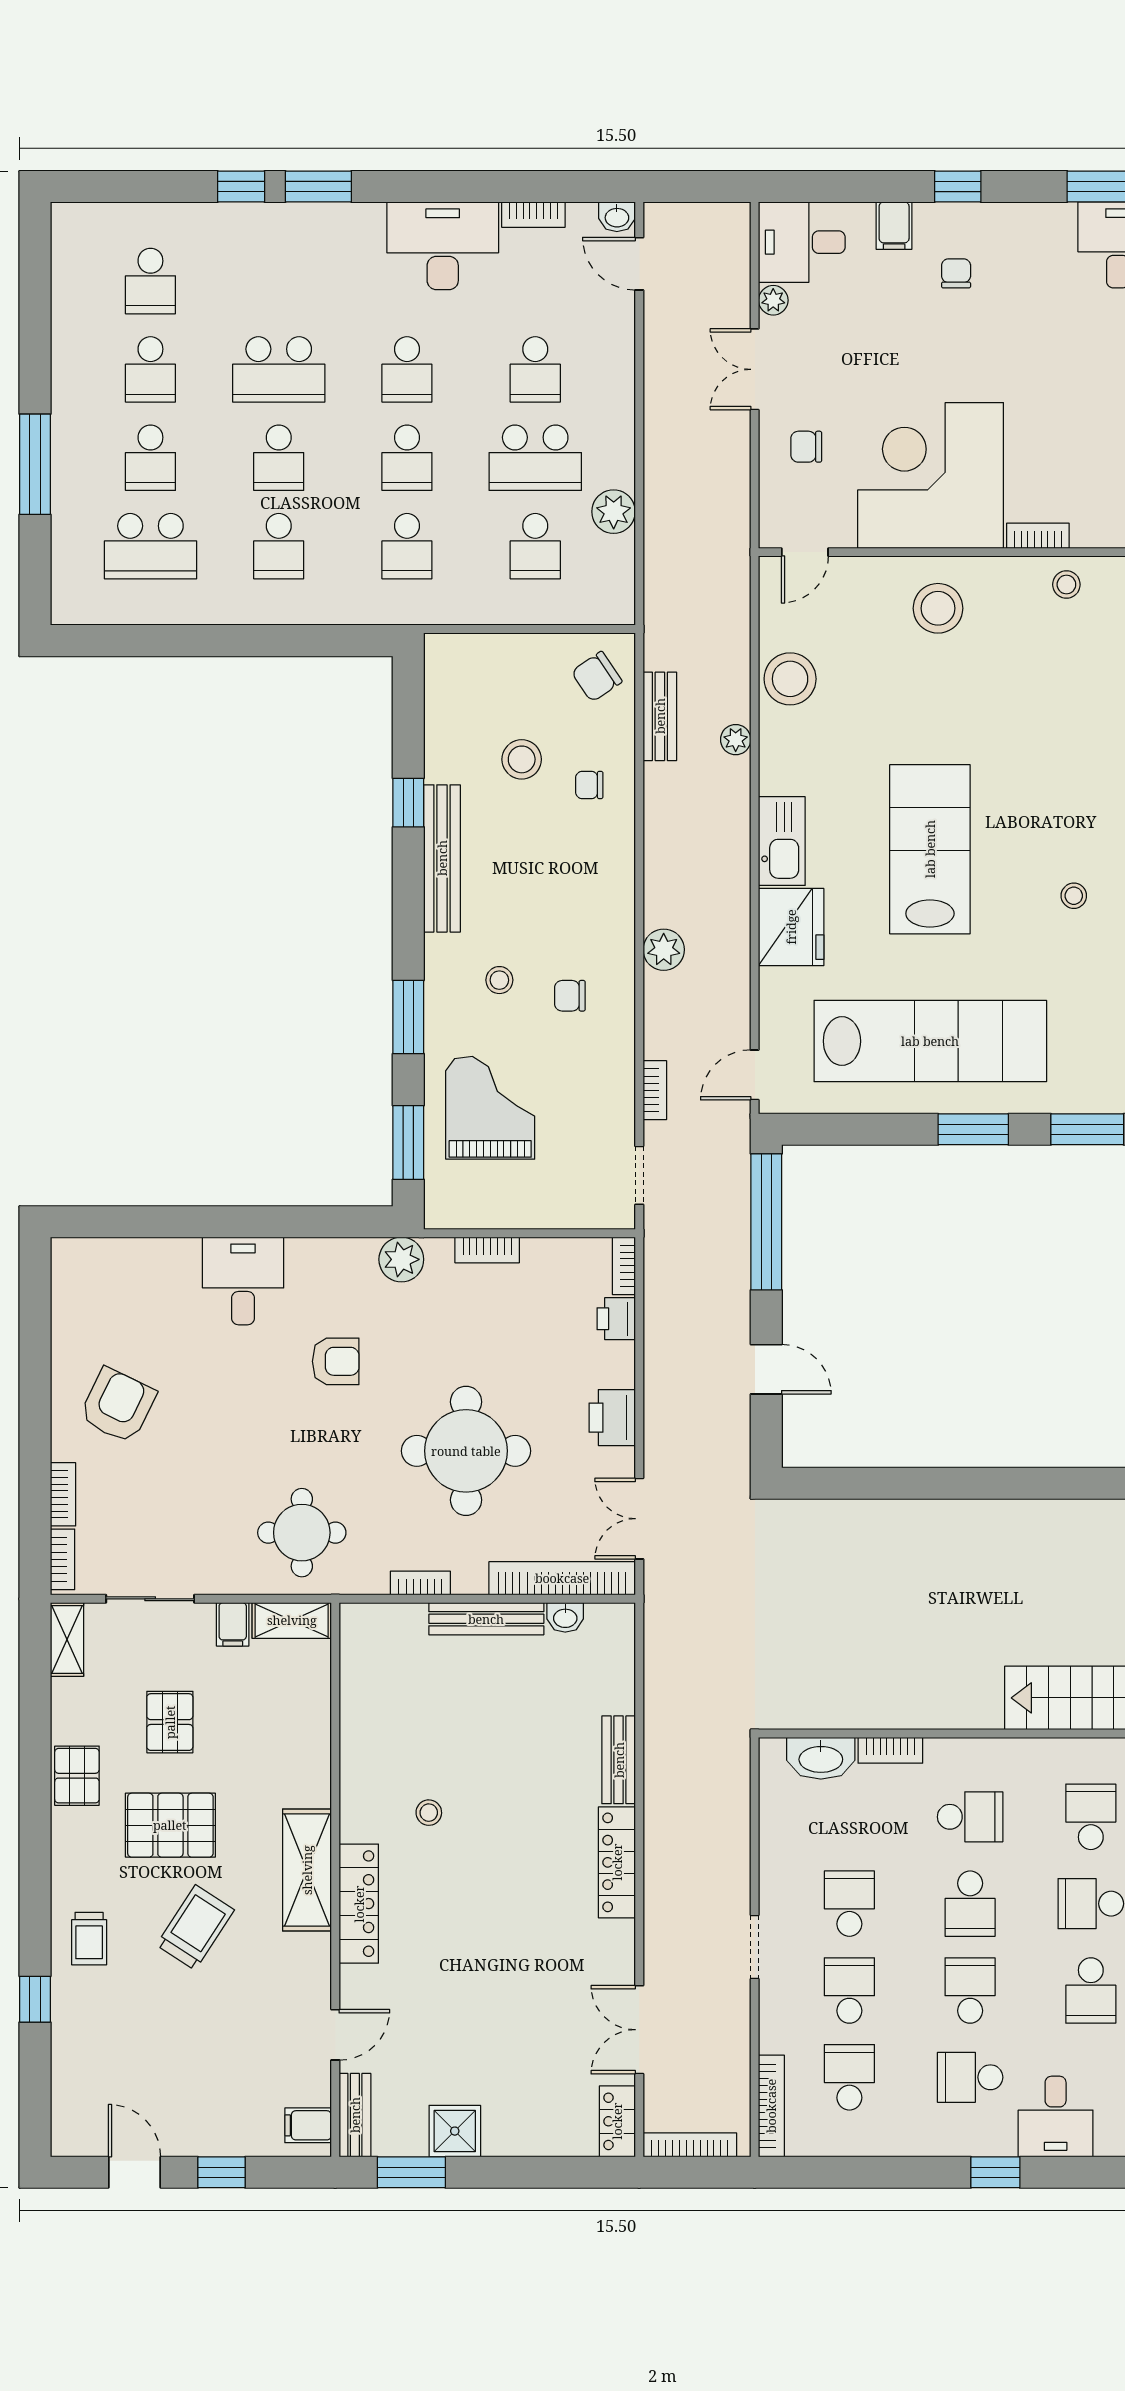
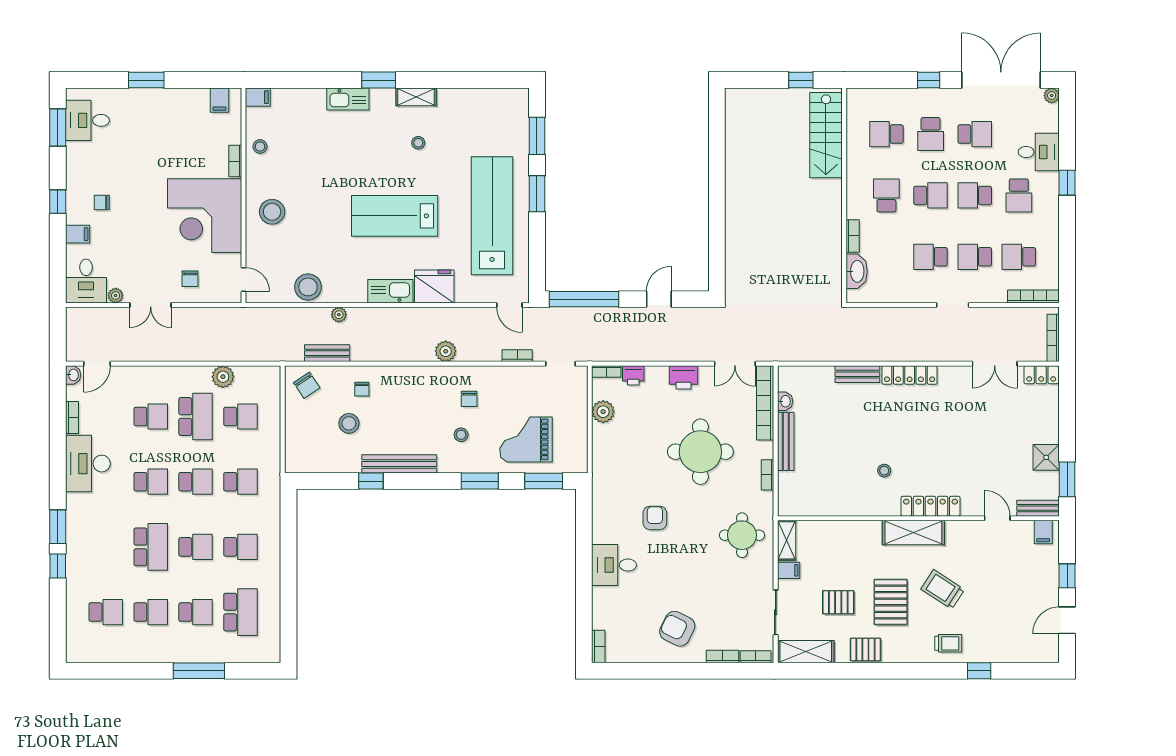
bookcase: (487, 1250) -> (598, 647), moved
plant: (401, 1259) -> (603, 412), moved
shelving: (67, 1640) -> (806, 652), width x1.50, depth x1.33

